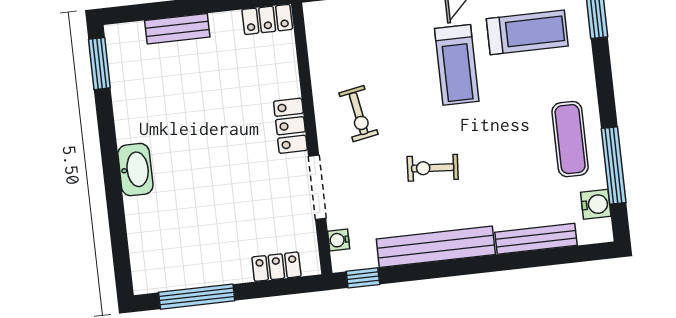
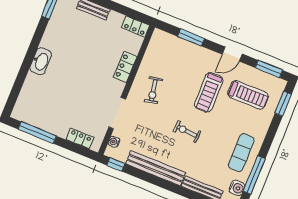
locker: (290, 126) -> (125, 67), moved
exercise bike: (433, 168) -> (187, 131), moved

